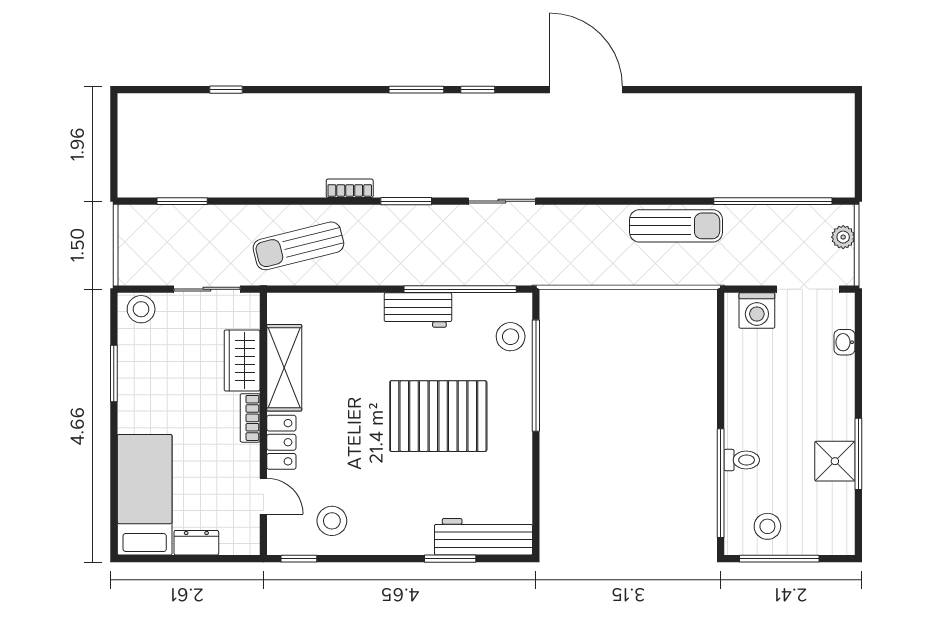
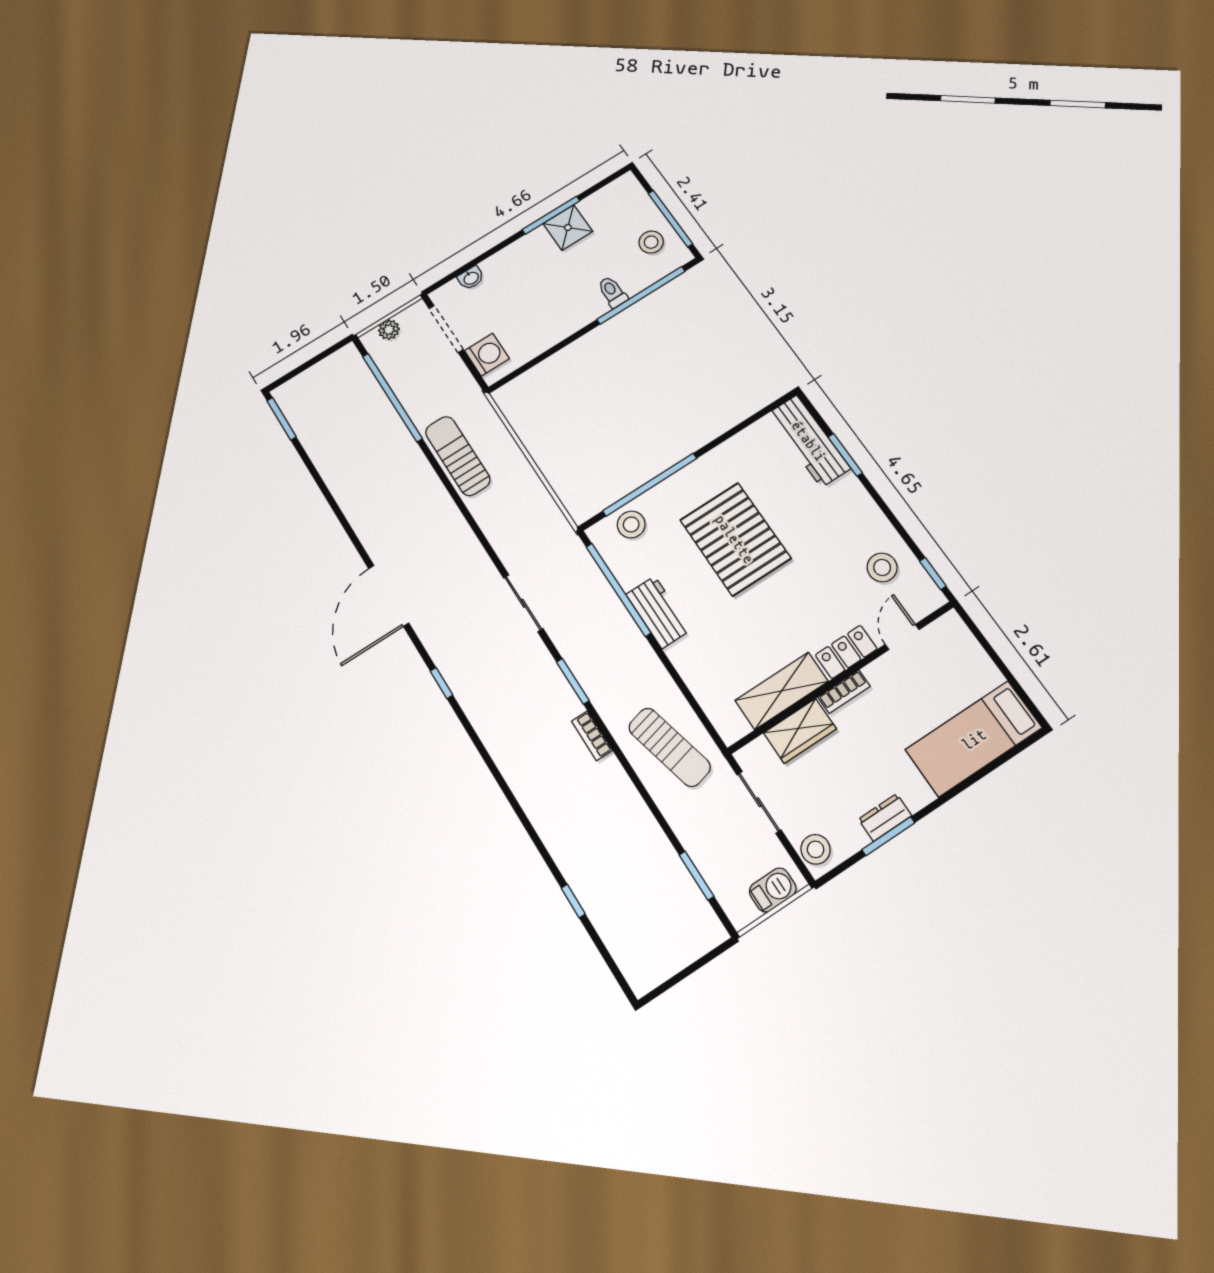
window: (416, 90) -> (282, 419), moved
barbecue: (132, 254) -> (773, 890), added
dresser: (196, 543) -> (885, 817), moved, turned 90

